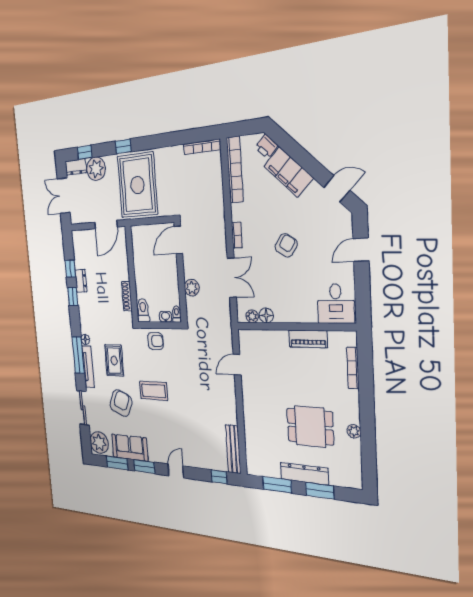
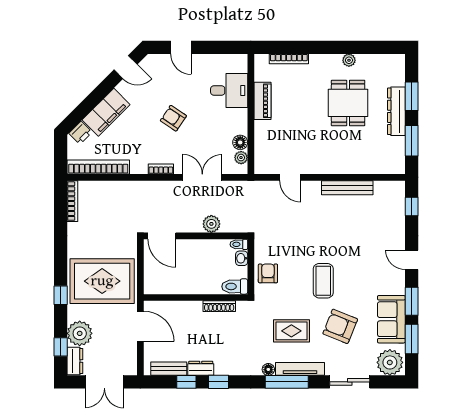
door: (337, 189) -> (126, 67), swing flipped
bench: (78, 253) -> (169, 369), added
desk: (336, 304) -> (229, 91), moved
bench: (233, 449) -> (347, 188), moved

